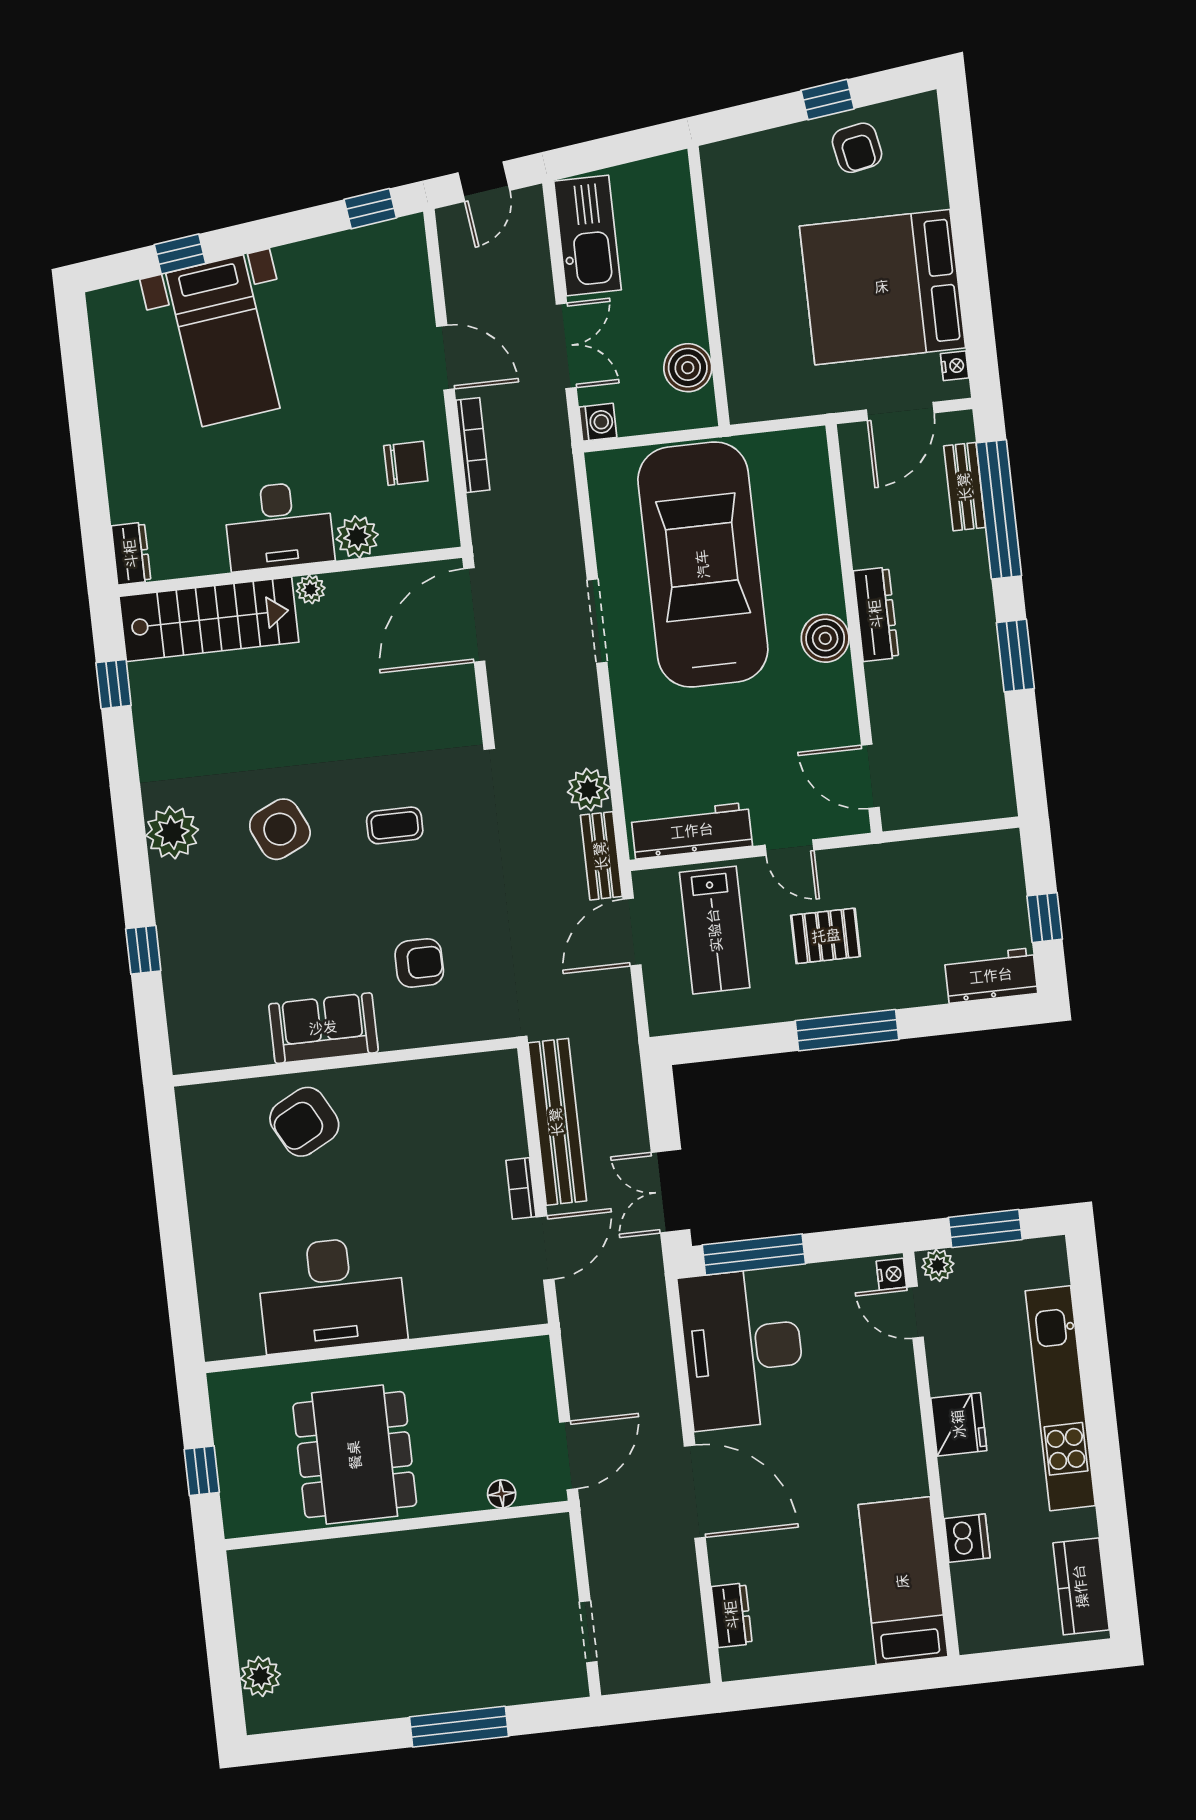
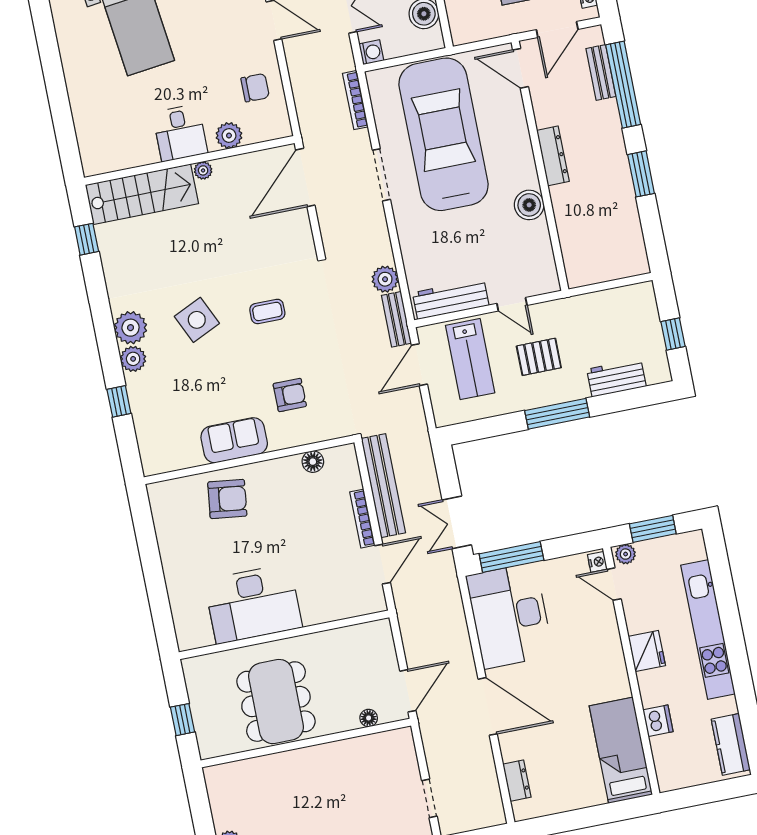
bookcase: (473, 445) -> (355, 100), moved, turned 180
desk: (279, 526) -> (180, 133), width x0.73
dresser: (131, 554) -> (90, 158), removed
boiler: (825, 638) -> (529, 205), moved
door: (870, 776) -> (521, 68), moved
plant: (172, 883) -> (133, 359), added
workbench: (991, 976) -> (616, 378), moved
floor lamp: (447, 1073) -> (313, 462), added
armchair: (304, 1122) -> (227, 499), turned -145
bookcase: (521, 1188) -> (362, 519), width x1.56

